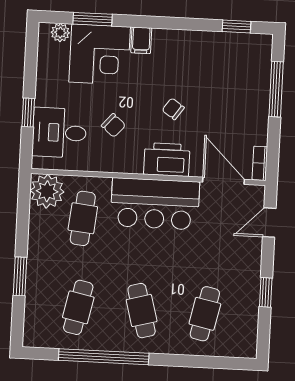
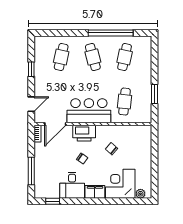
window: (93, 19) -> (125, 201), removed
filing cabinet: (141, 40) -> (95, 192), width x2.00
window: (28, 112) -> (154, 153), removed
desk: (59, 133) -> (72, 185), moved, turned 90
door: (223, 181) -> (55, 124), hinge flipped
plant: (47, 191) -> (143, 114), removed
window: (20, 276) -> (154, 94), moved

